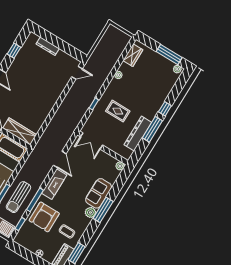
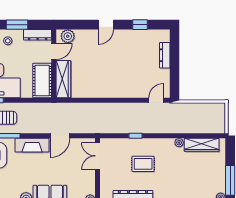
wardrobe: (133, 55) -> (202, 145), width x1.50
door: (77, 73) -> (156, 100), swing flipped
rug: (118, 111) -> (143, 164), turned 90

